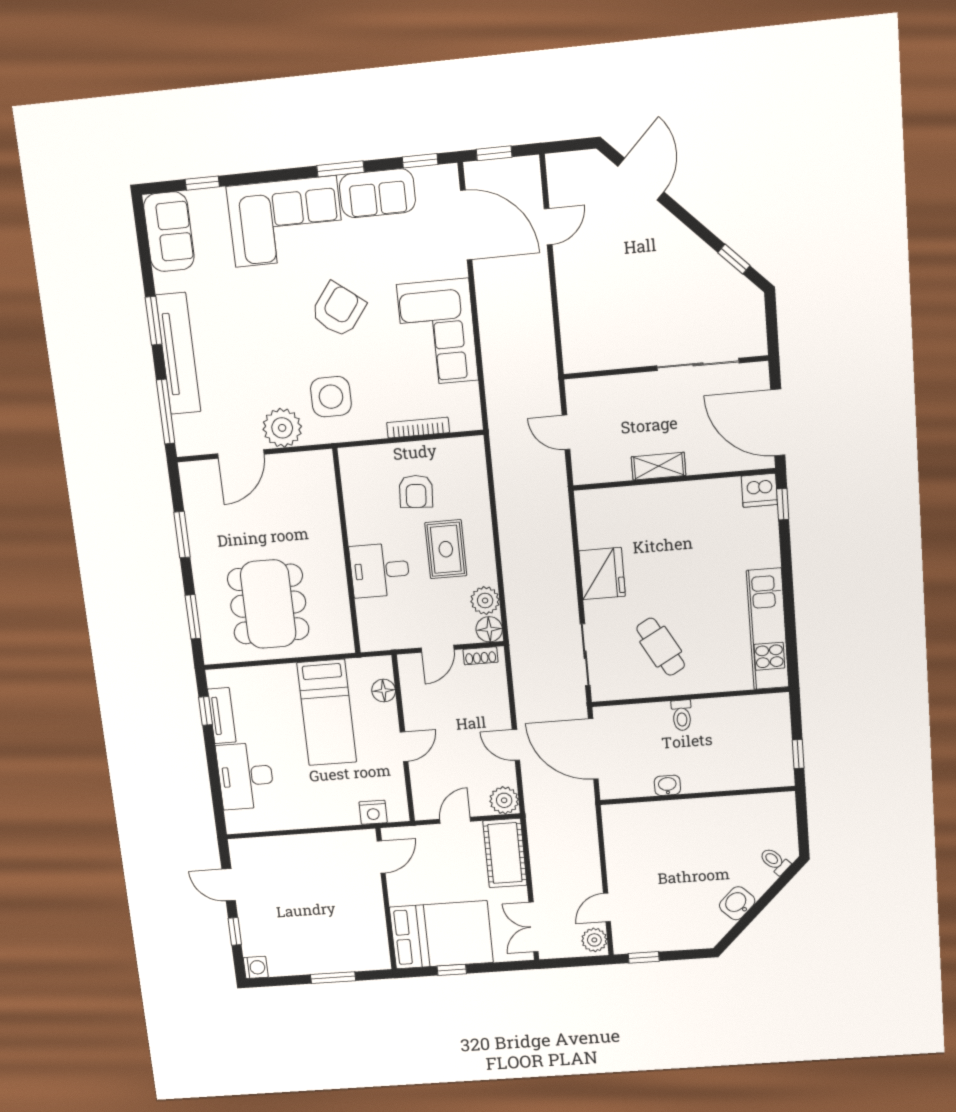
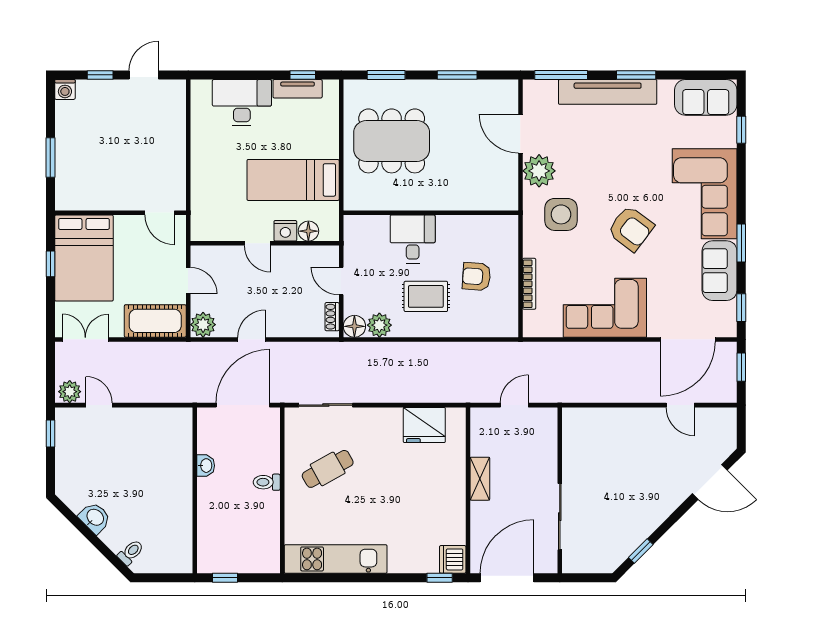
fridge: (602, 574) -> (424, 425), moved
nightstand: (373, 812) -> (285, 231), moved, turned -90

